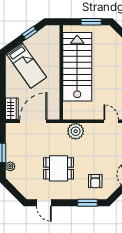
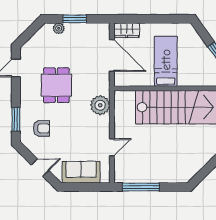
bed: (26, 66) -> (166, 61), moved, turned 125
armchair: (95, 181) -> (41, 128), turned 180

